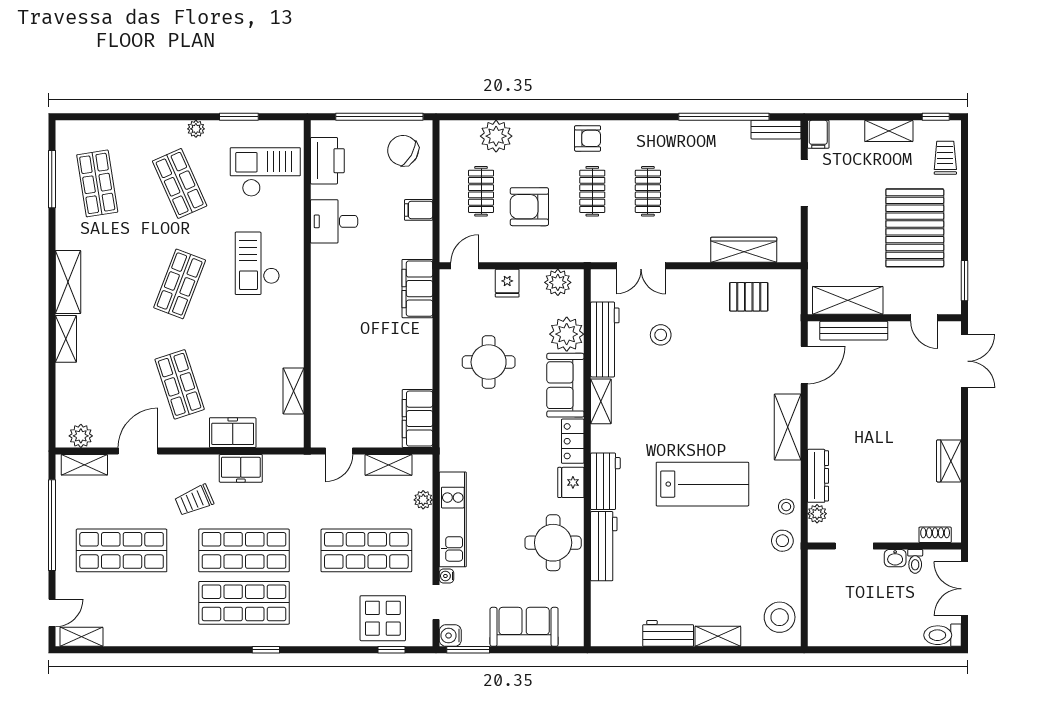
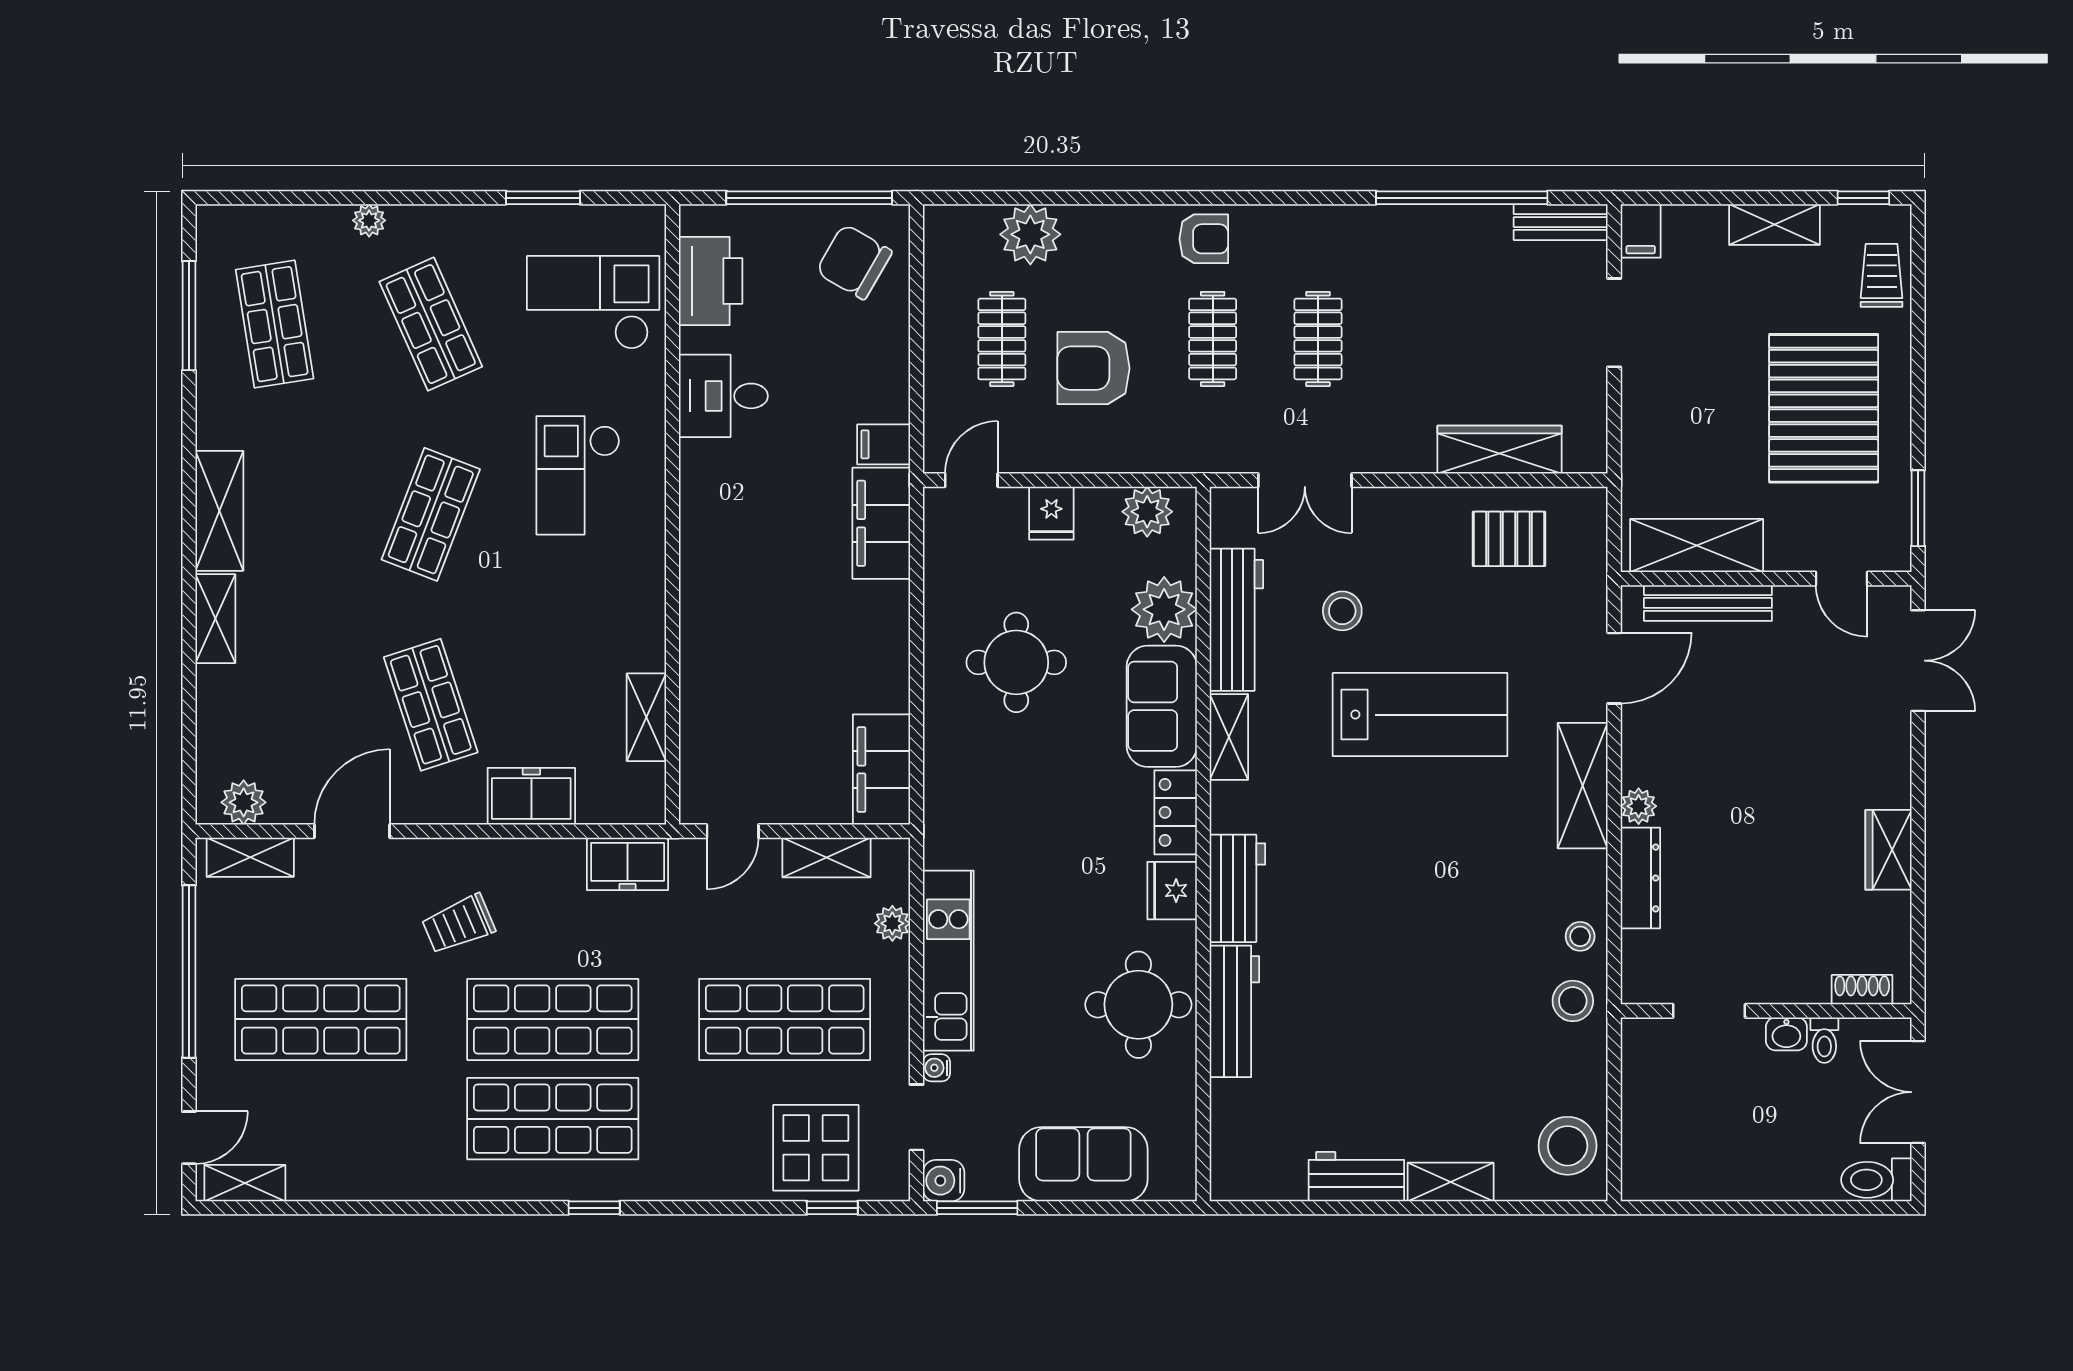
plant: (196, 129) -> (369, 220), moved
filing cabinet: (419, 210) -> (884, 444), moved
freezer: (241, 468) -> (628, 864), moved
lab bench: (702, 484) -> (1420, 715), moved
plant: (817, 514) -> (1639, 806), moved

